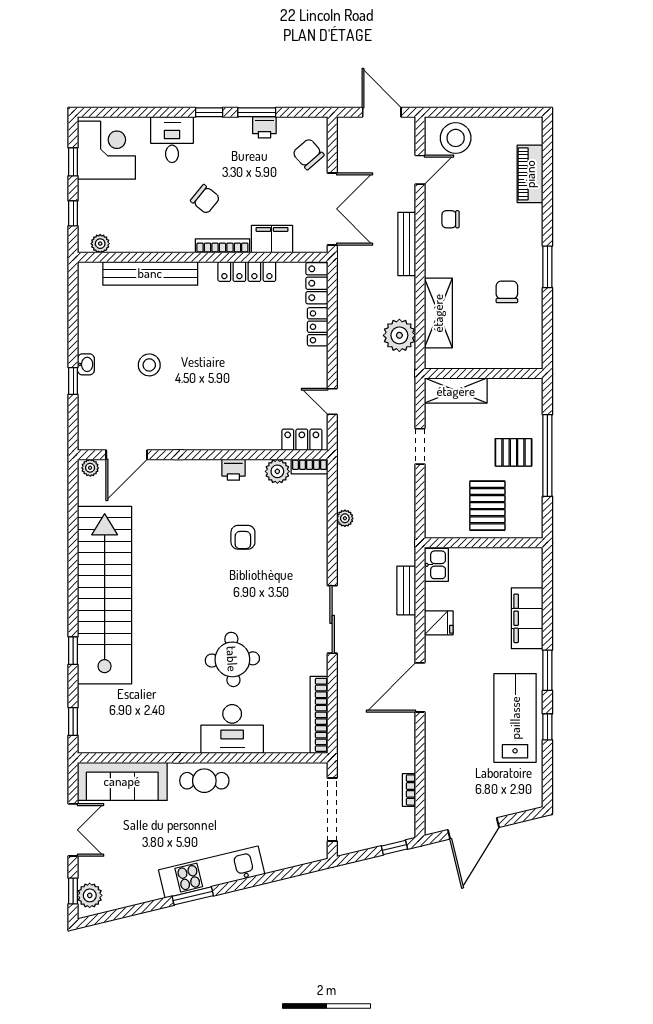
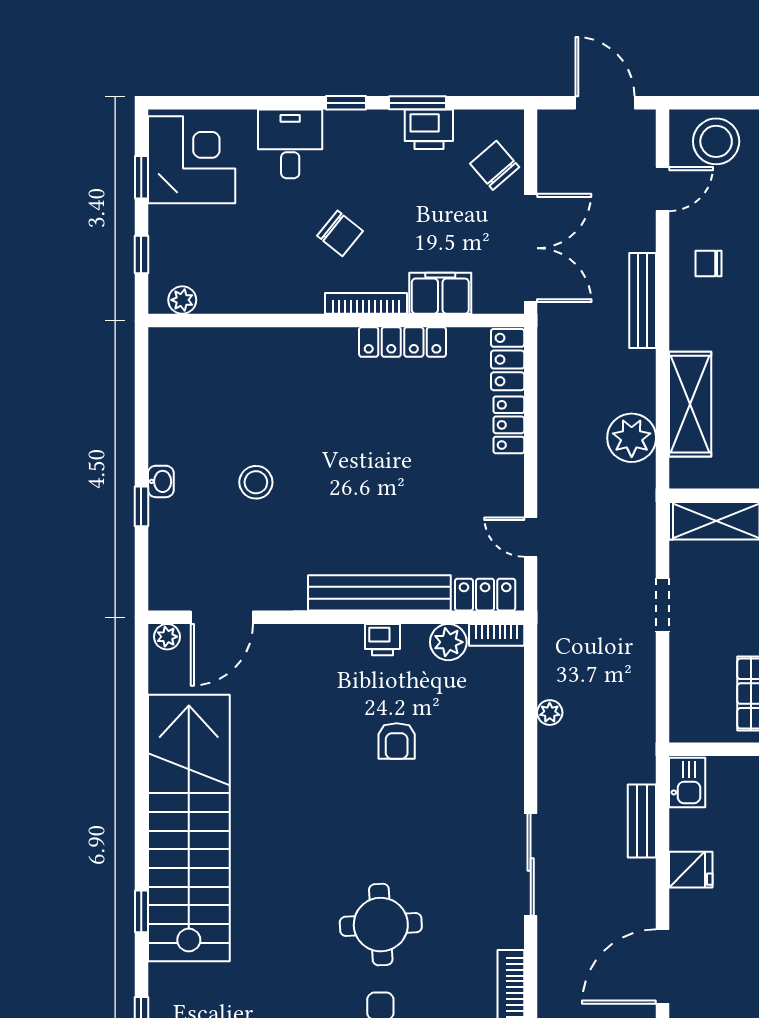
printer: (264, 127) -> (429, 129), width x1.36, depth x1.24
bench: (150, 273) -> (379, 593), moved

